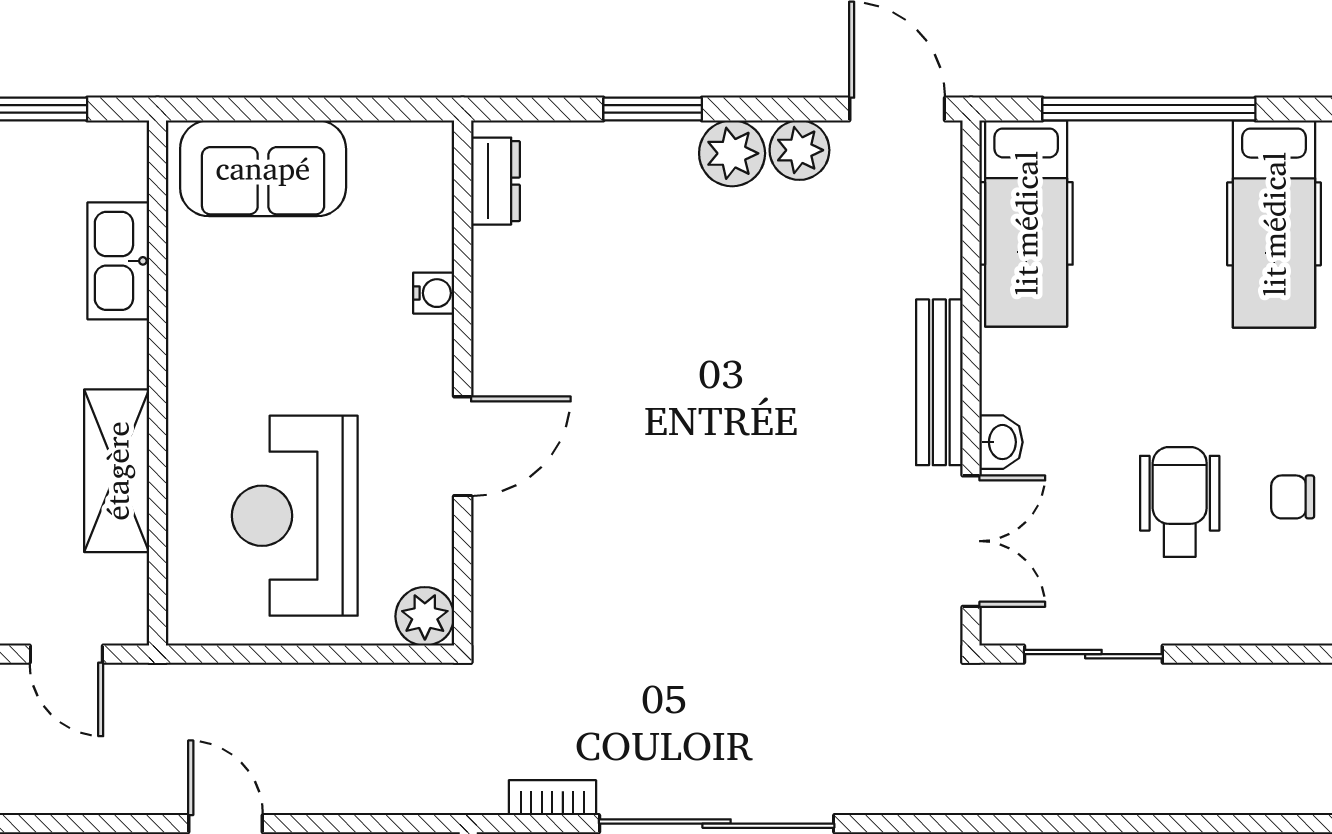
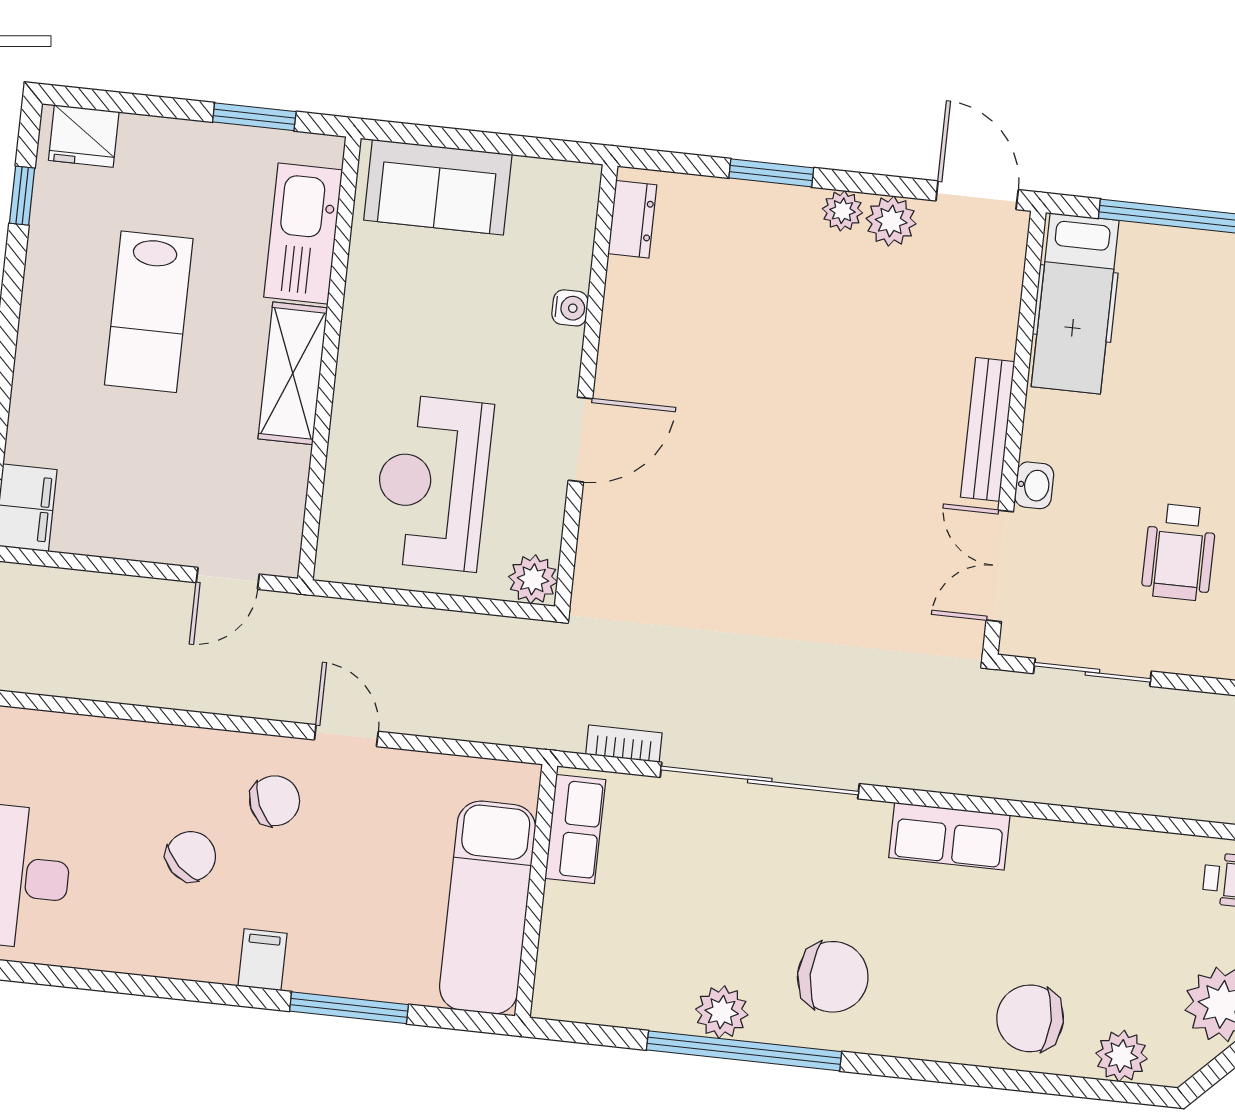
plant: (732, 153) -> (842, 211), width x0.73, depth x0.73
kitchen sink: (118, 261) -> (303, 233), width x1.36, depth x1.24
shelving: (117, 471) -> (293, 373), moved
wheelchair: (1180, 502) -> (1179, 552), turned 180
double door: (971, 541) -> (1000, 566), swing flipped
door: (66, 654) -> (228, 578), hinge flipped

